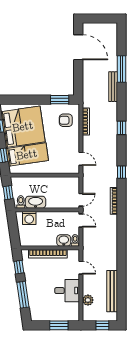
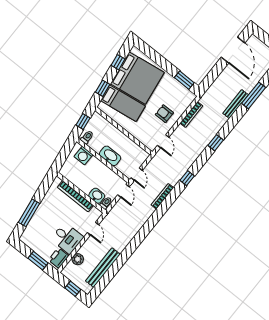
armchair: (66, 120) -> (164, 114), moved
door: (81, 200) -> (137, 174), hinge flipped
washbasin: (36, 202) -> (110, 156), moved
window: (19, 267) -> (44, 188), removed
printer: (73, 311) -> (59, 258), added

